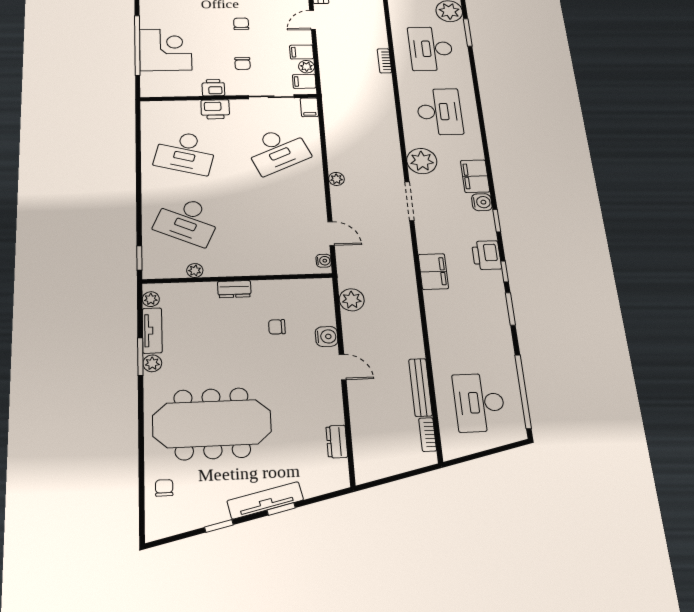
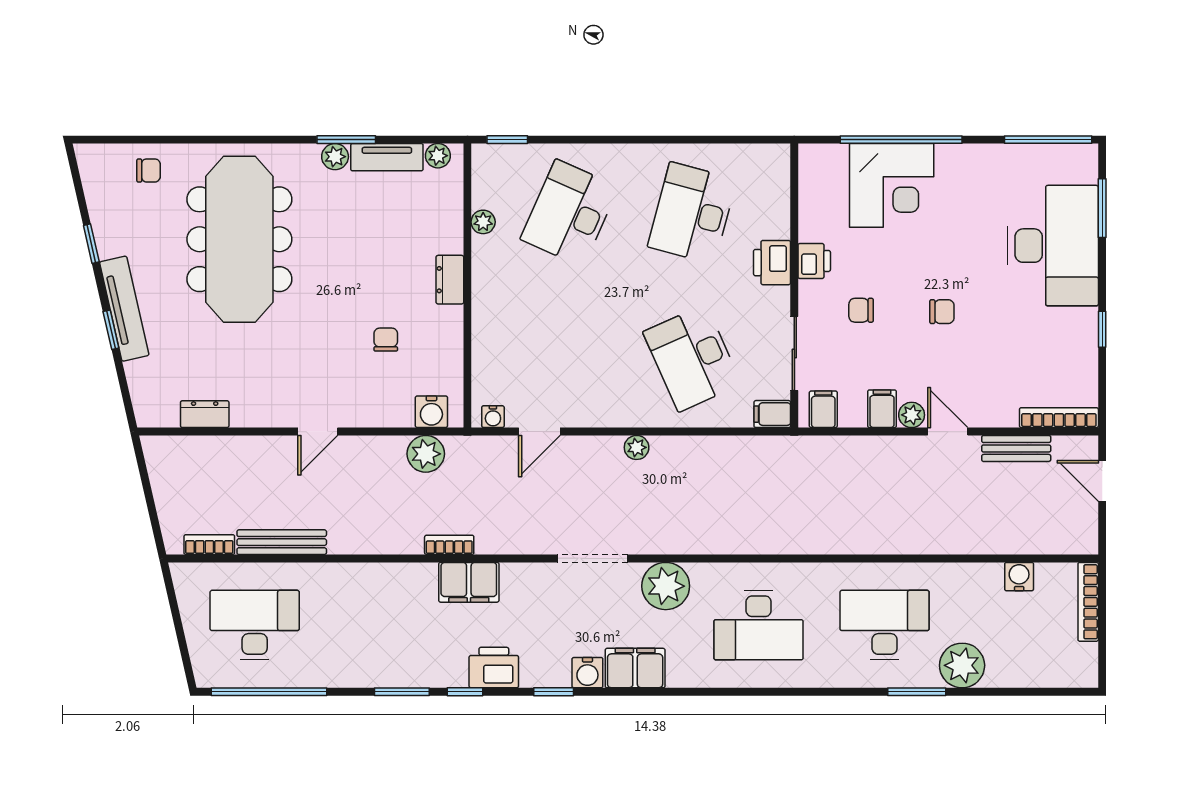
bookcase: (384, 61) -> (449, 545), moved
plant: (307, 67) -> (912, 415), moved
water cooler: (327, 336) -> (431, 412), moved

